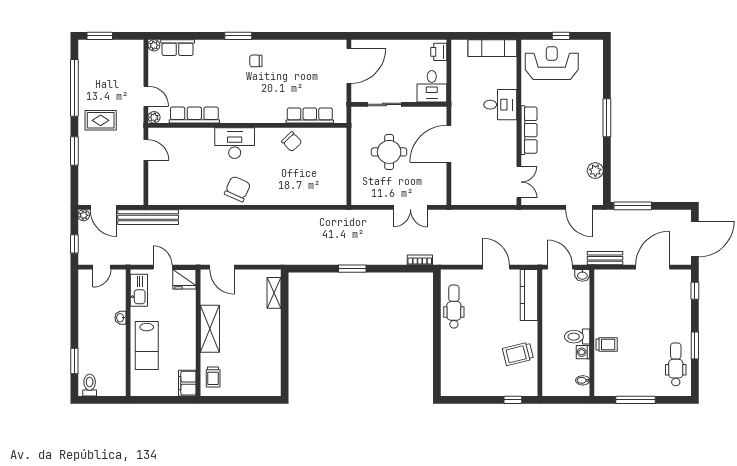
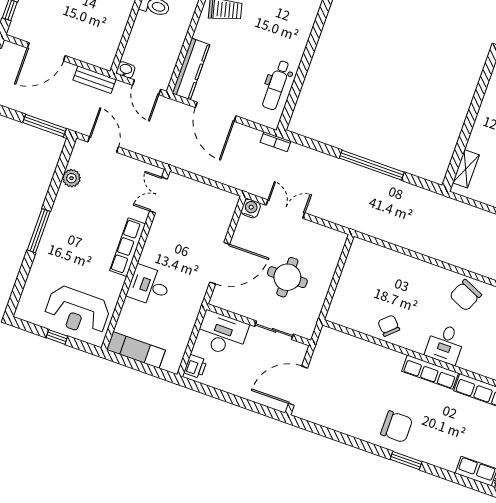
chair: (256, 61) -> (397, 427), width x1.87, depth x1.87
desk: (432, 86) -> (222, 334), width x1.37
row of seats: (310, 115) -> (430, 372), moved
desk: (235, 143) -> (445, 344), width x0.73
water cooler: (439, 198) -> (251, 208), added
bookcase: (420, 260) -> (275, 142), moved
door: (496, 267) -> (216, 112), width x1.36
window: (352, 269) -> (372, 165), width x2.11

